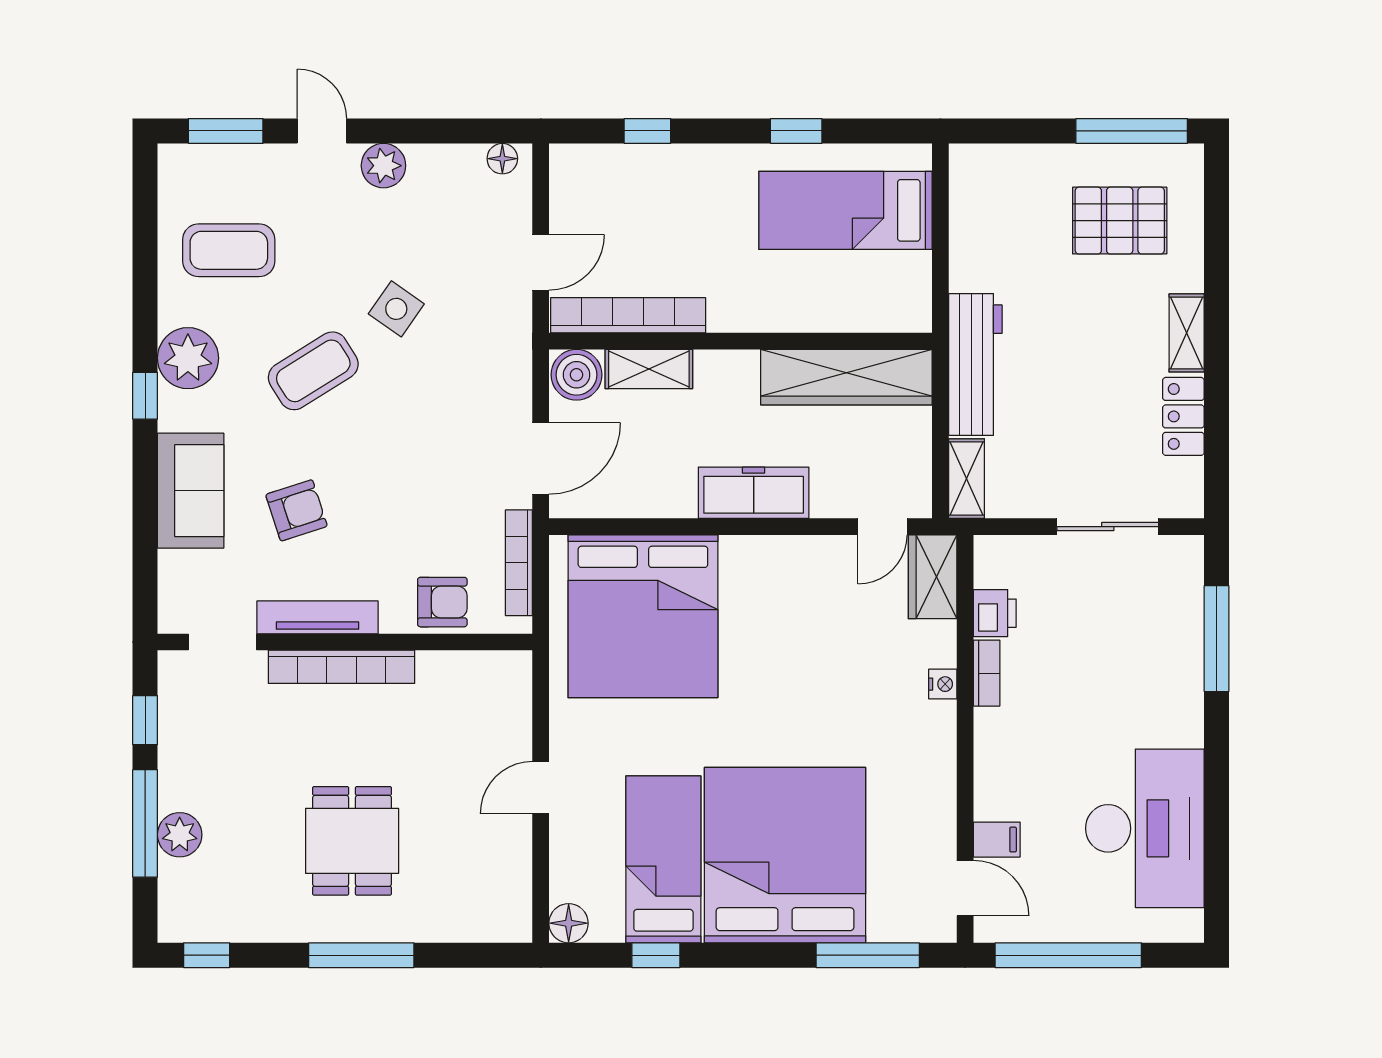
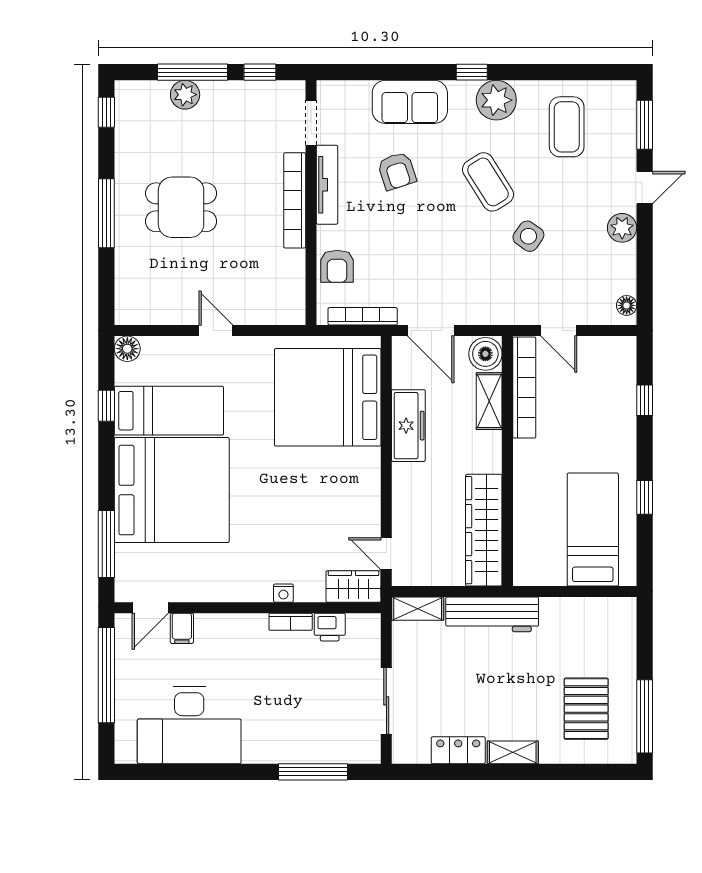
freezer: (754, 493) -> (408, 426), moved

